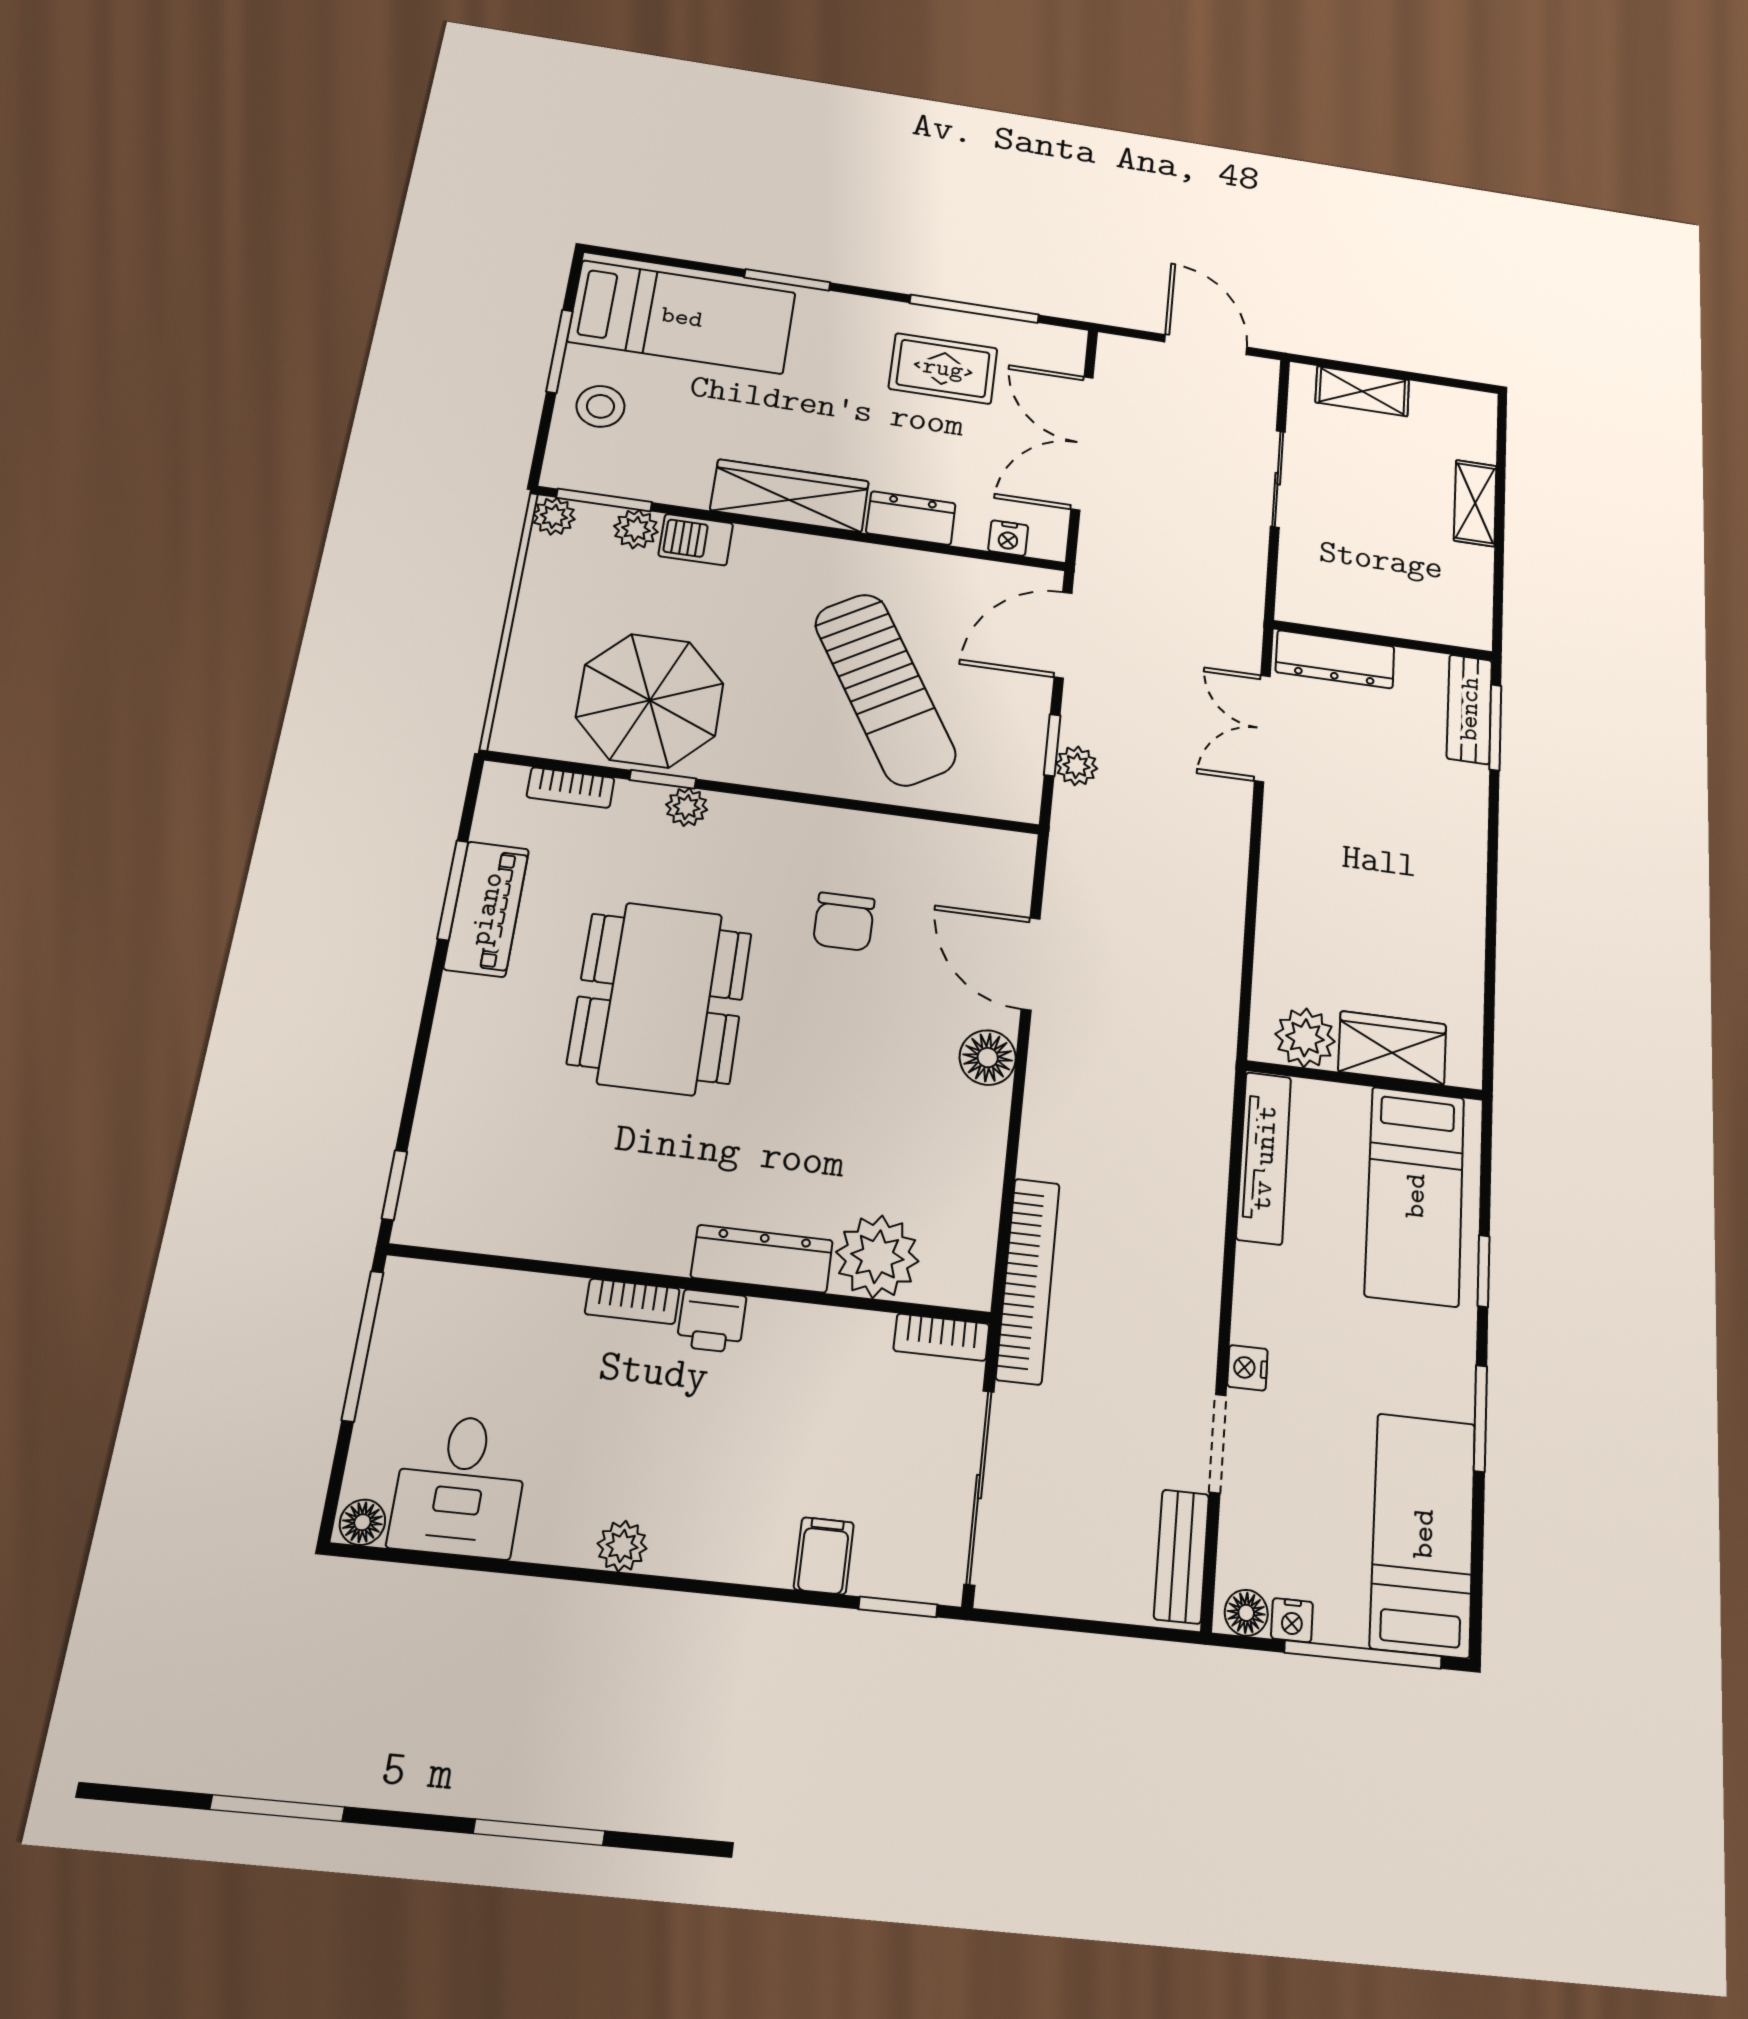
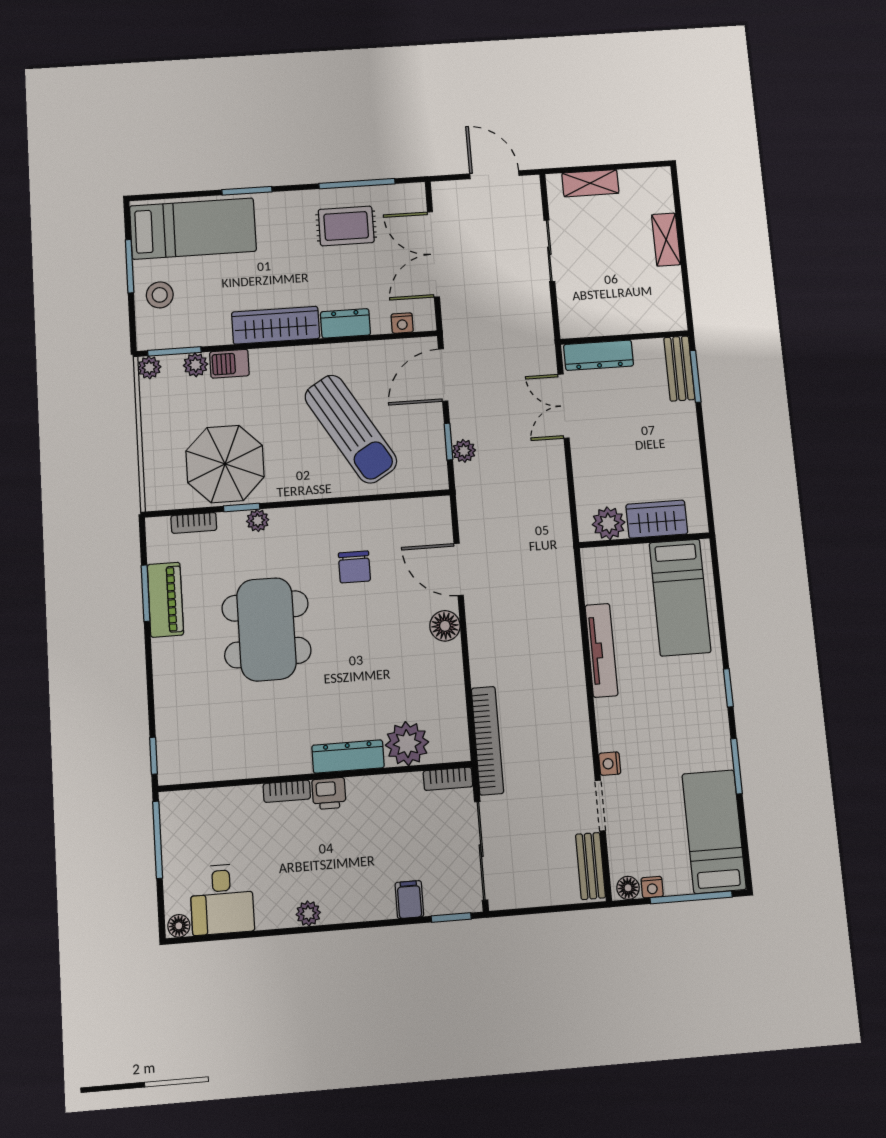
plant: (1305, 1038) -> (609, 523), moved
wardrobe: (1392, 1048) -> (657, 519), moved
wall: (1365, 1080) -> (644, 540), moved
bed: (1415, 1196) -> (680, 597), moved

